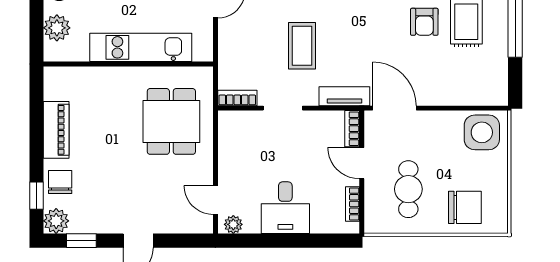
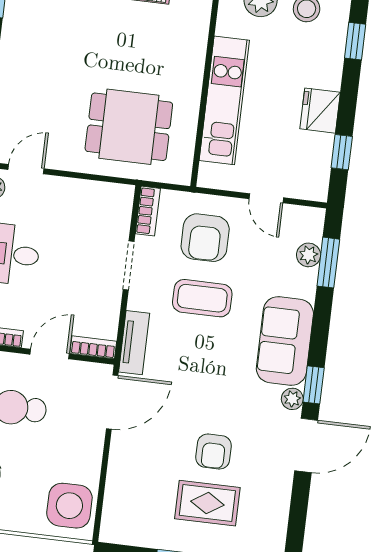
armchair: (424, 22) -> (213, 452), turned -90
armchair: (253, 49) -> (205, 238), added

